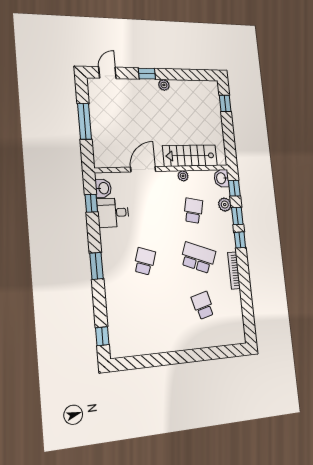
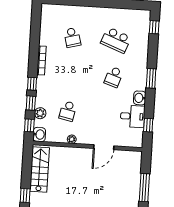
stairs: (190, 156) -> (40, 170), moved, turned -90
washbasin: (103, 188) -> (140, 98), moved
school desk: (198, 258) -> (116, 40), moved

